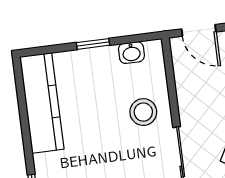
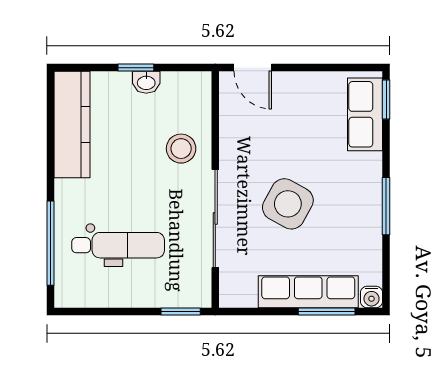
washbasin: (131, 53) -> (146, 82), moved

